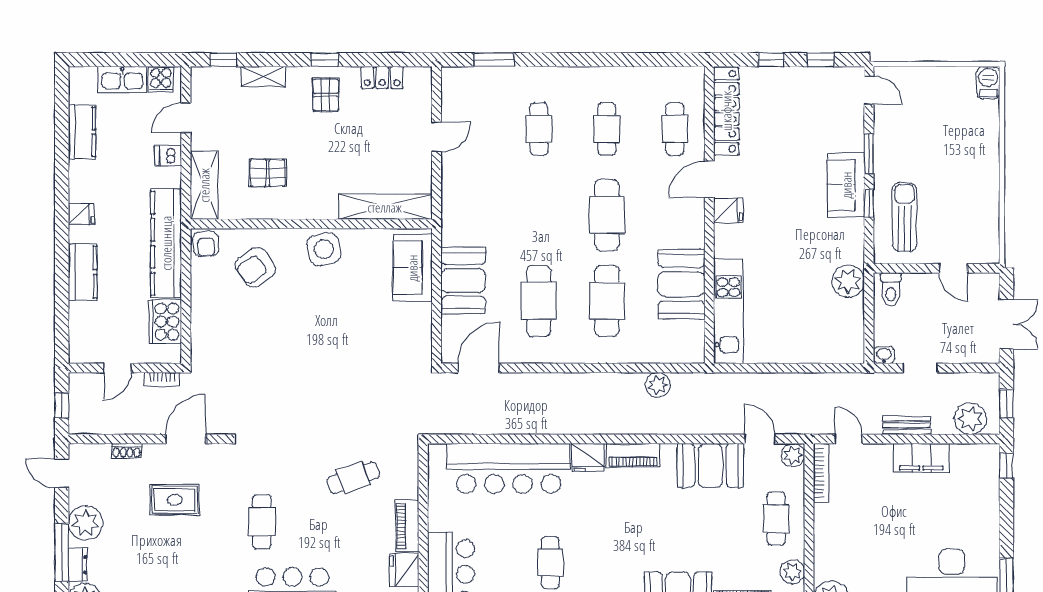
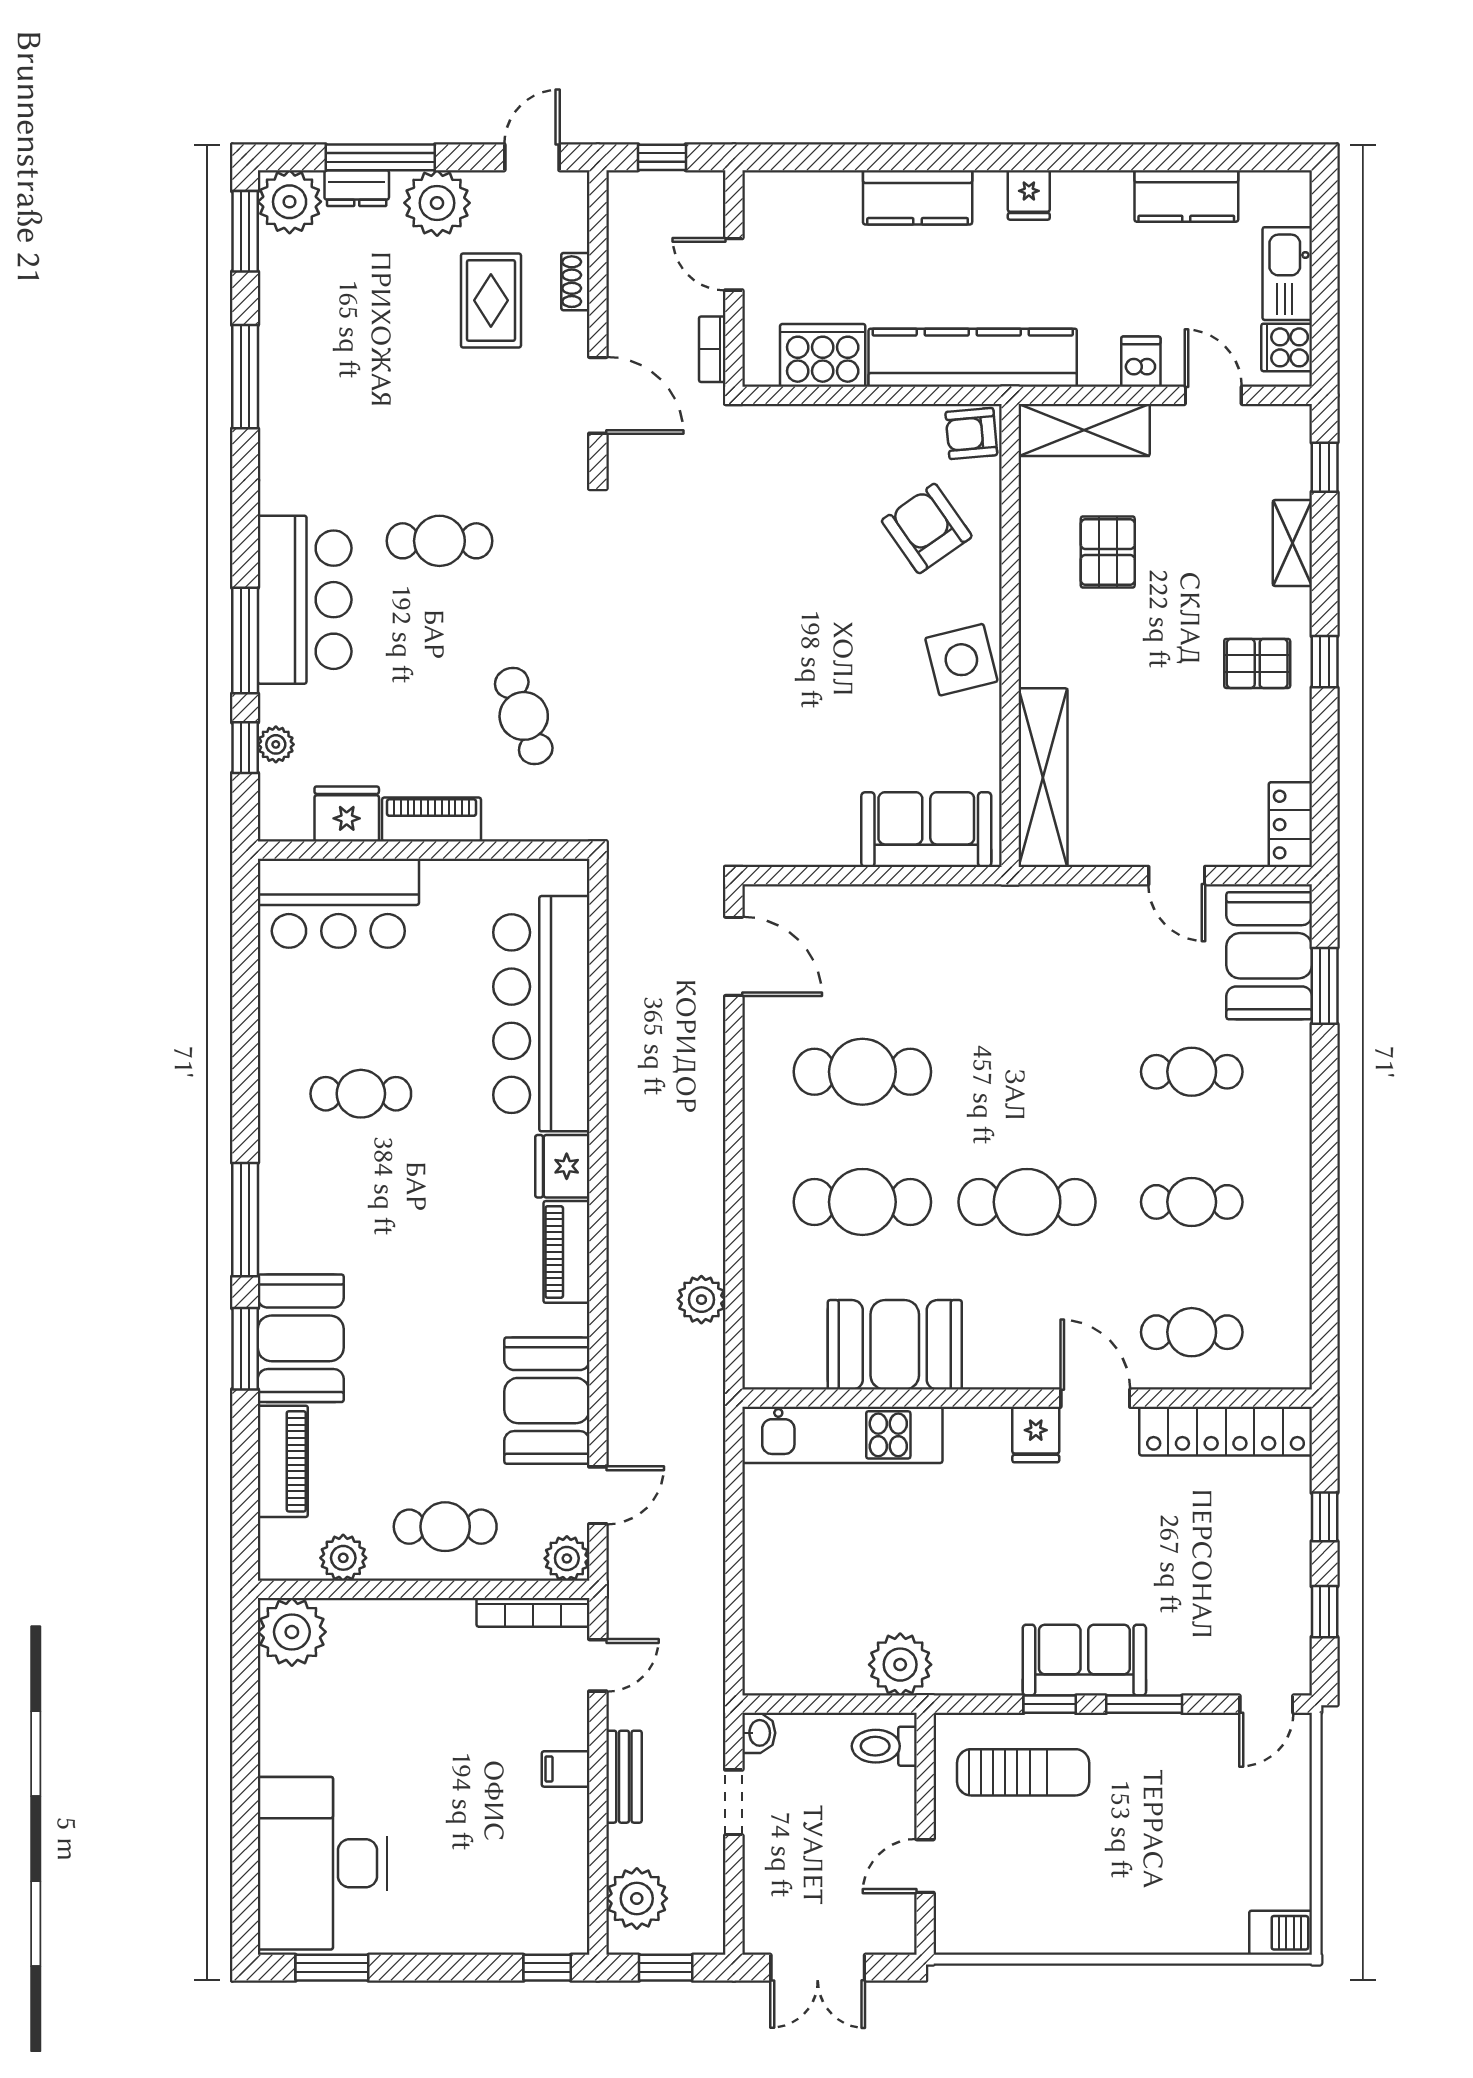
locker: (382, 78) -> (1290, 825), moved
booth: (463, 281) -> (1269, 956), moved, turned 90
filing cabinet: (921, 458) -> (566, 1769), width x0.33, depth x0.86
rug: (175, 500) -> (491, 300), moved

